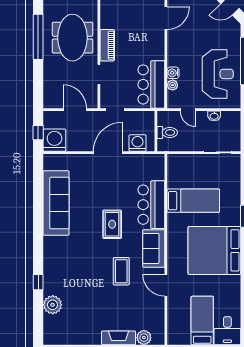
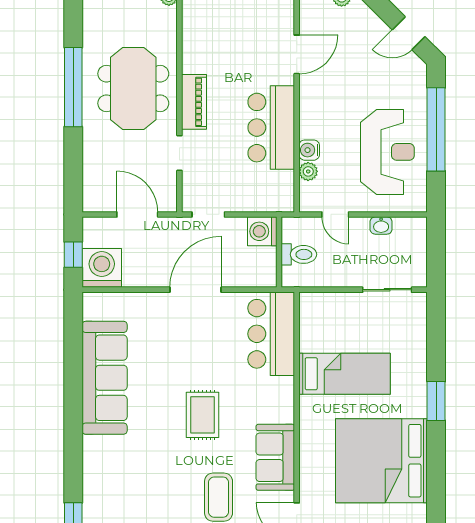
bar counter: (151, 84) -> (271, 128), moved
washing machine: (138, 143) -> (262, 231), moved, turned -90
bar counter: (151, 205) -> (271, 334), moved

